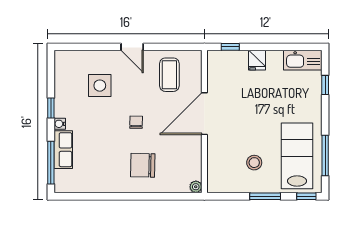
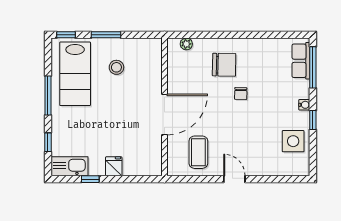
window: (230, 47) -> (90, 179), moved
side table: (100, 86) -> (293, 141), moved
chair: (136, 122) -> (241, 94), moved
row of seats: (63, 150) -> (301, 61), moved
window: (325, 156) -> (48, 95), moved
plant: (196, 187) -> (186, 44), moved

